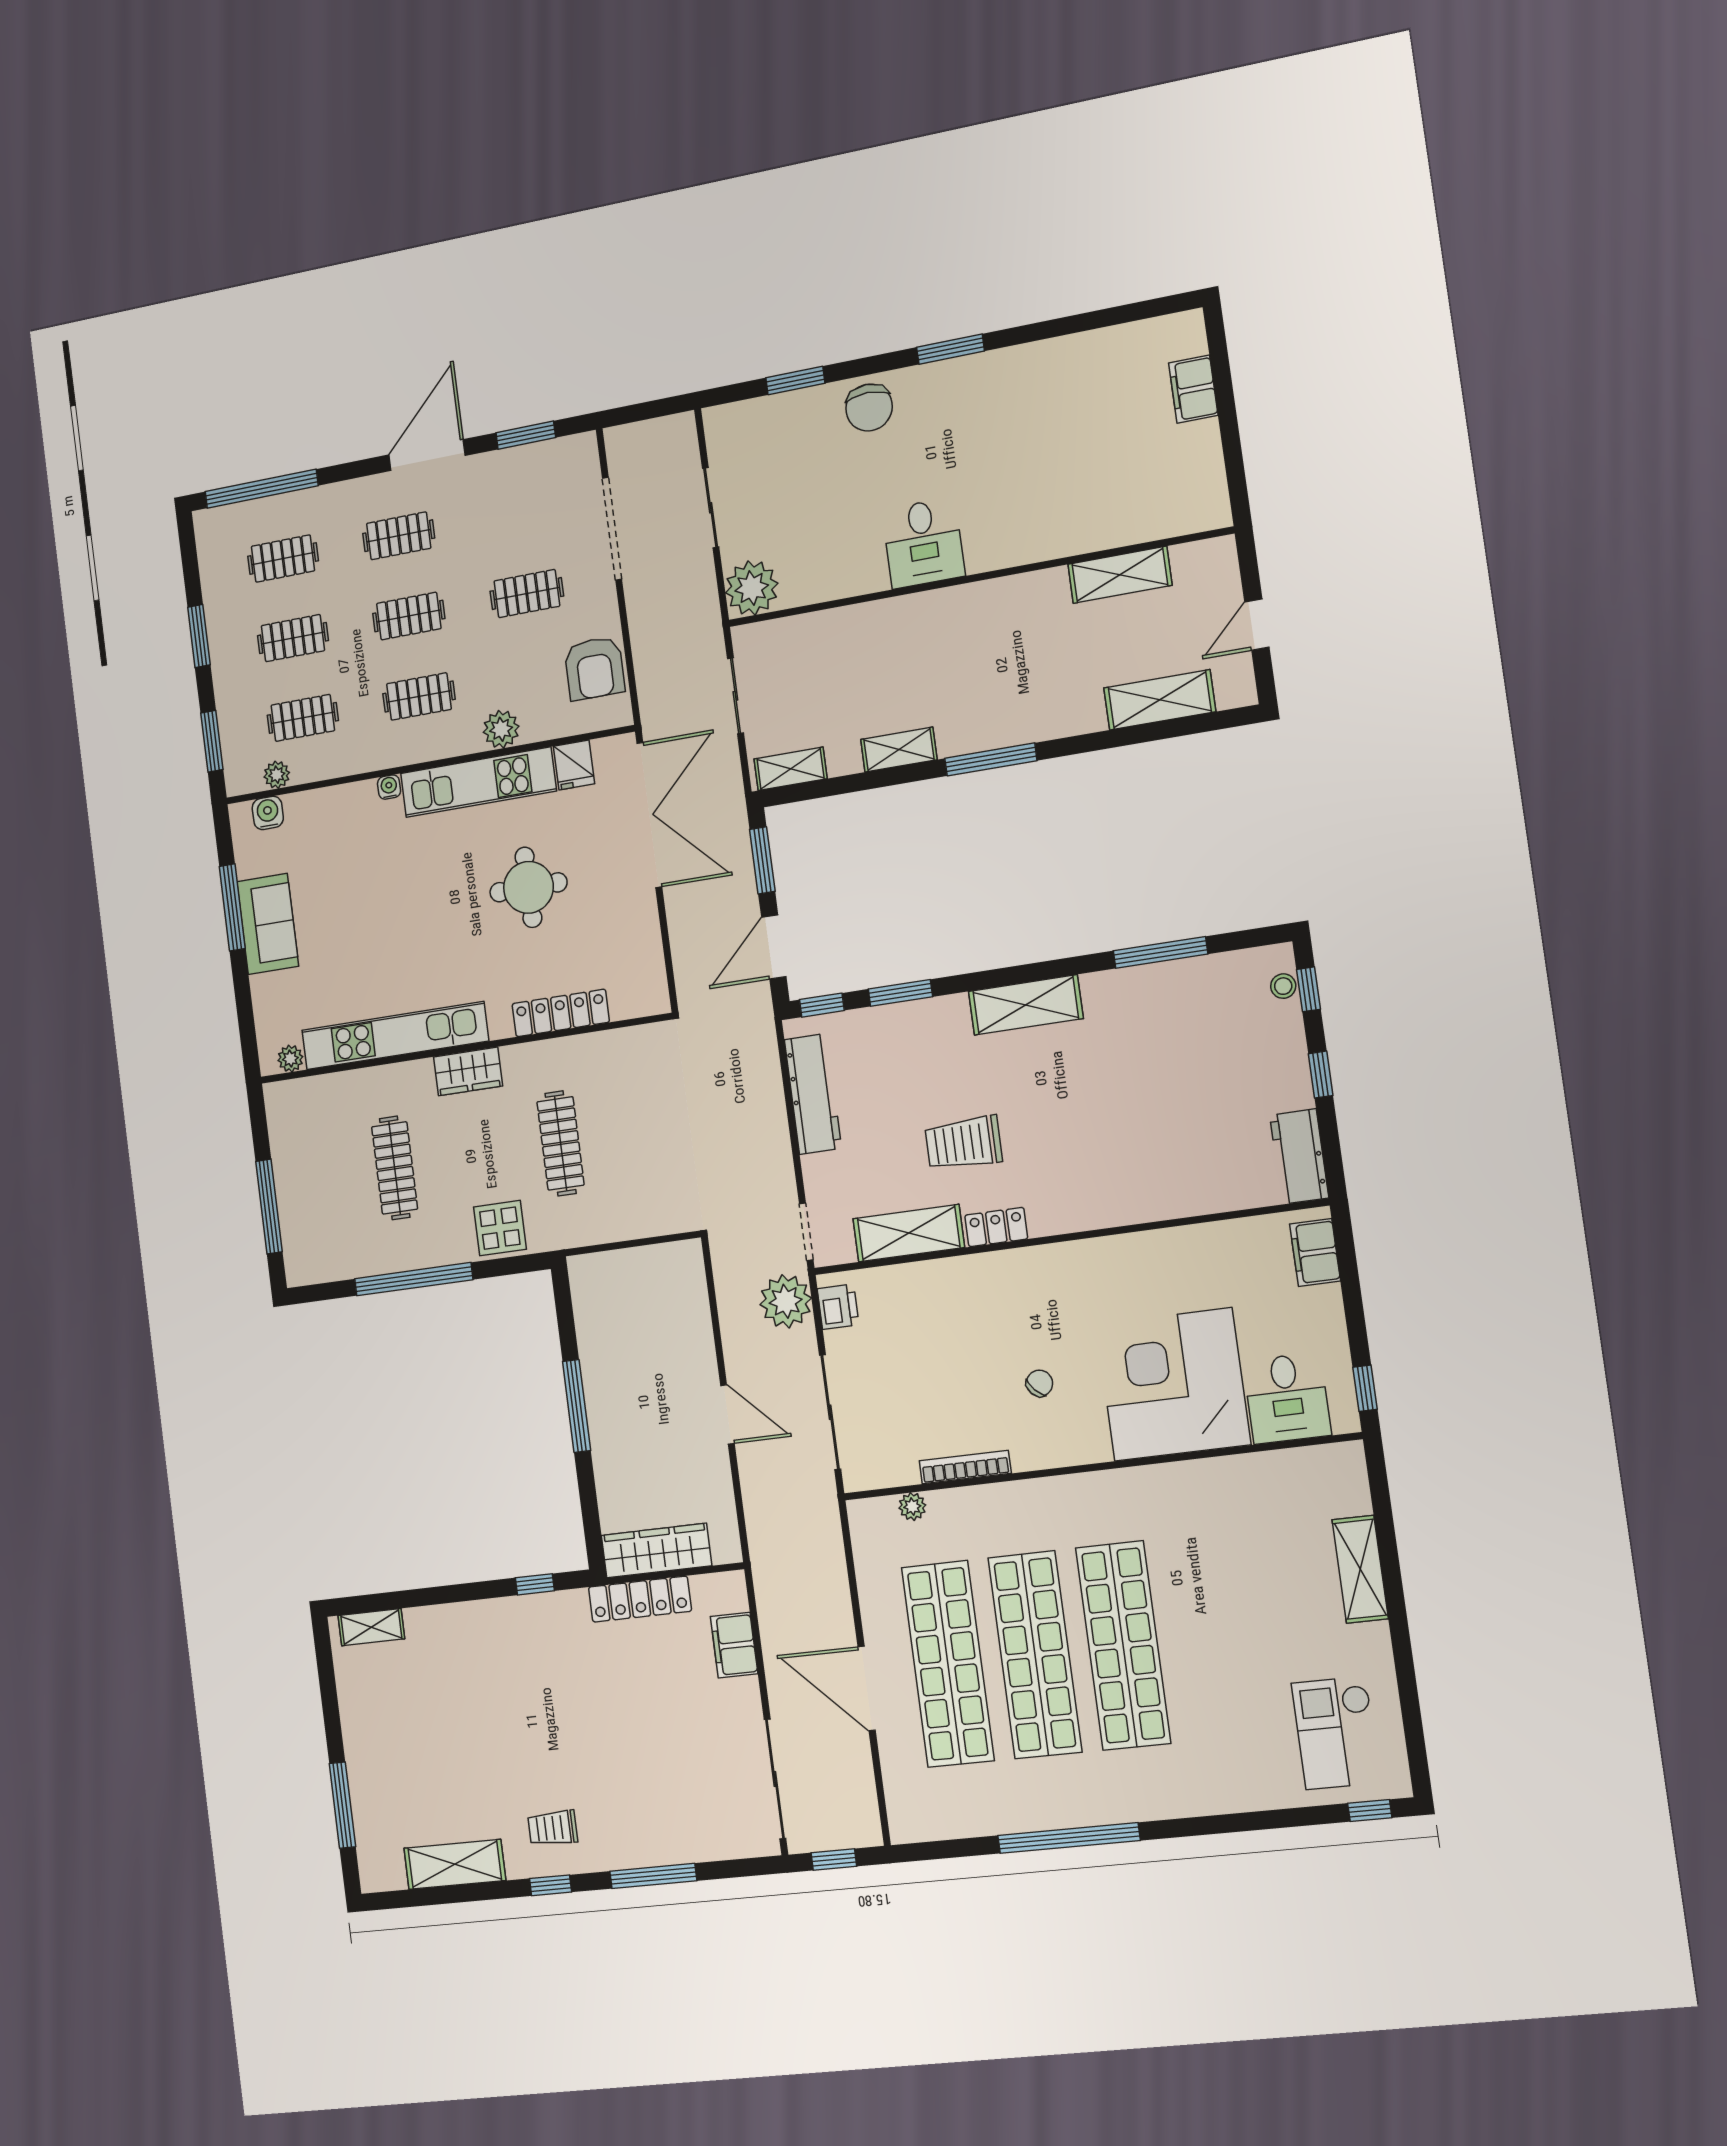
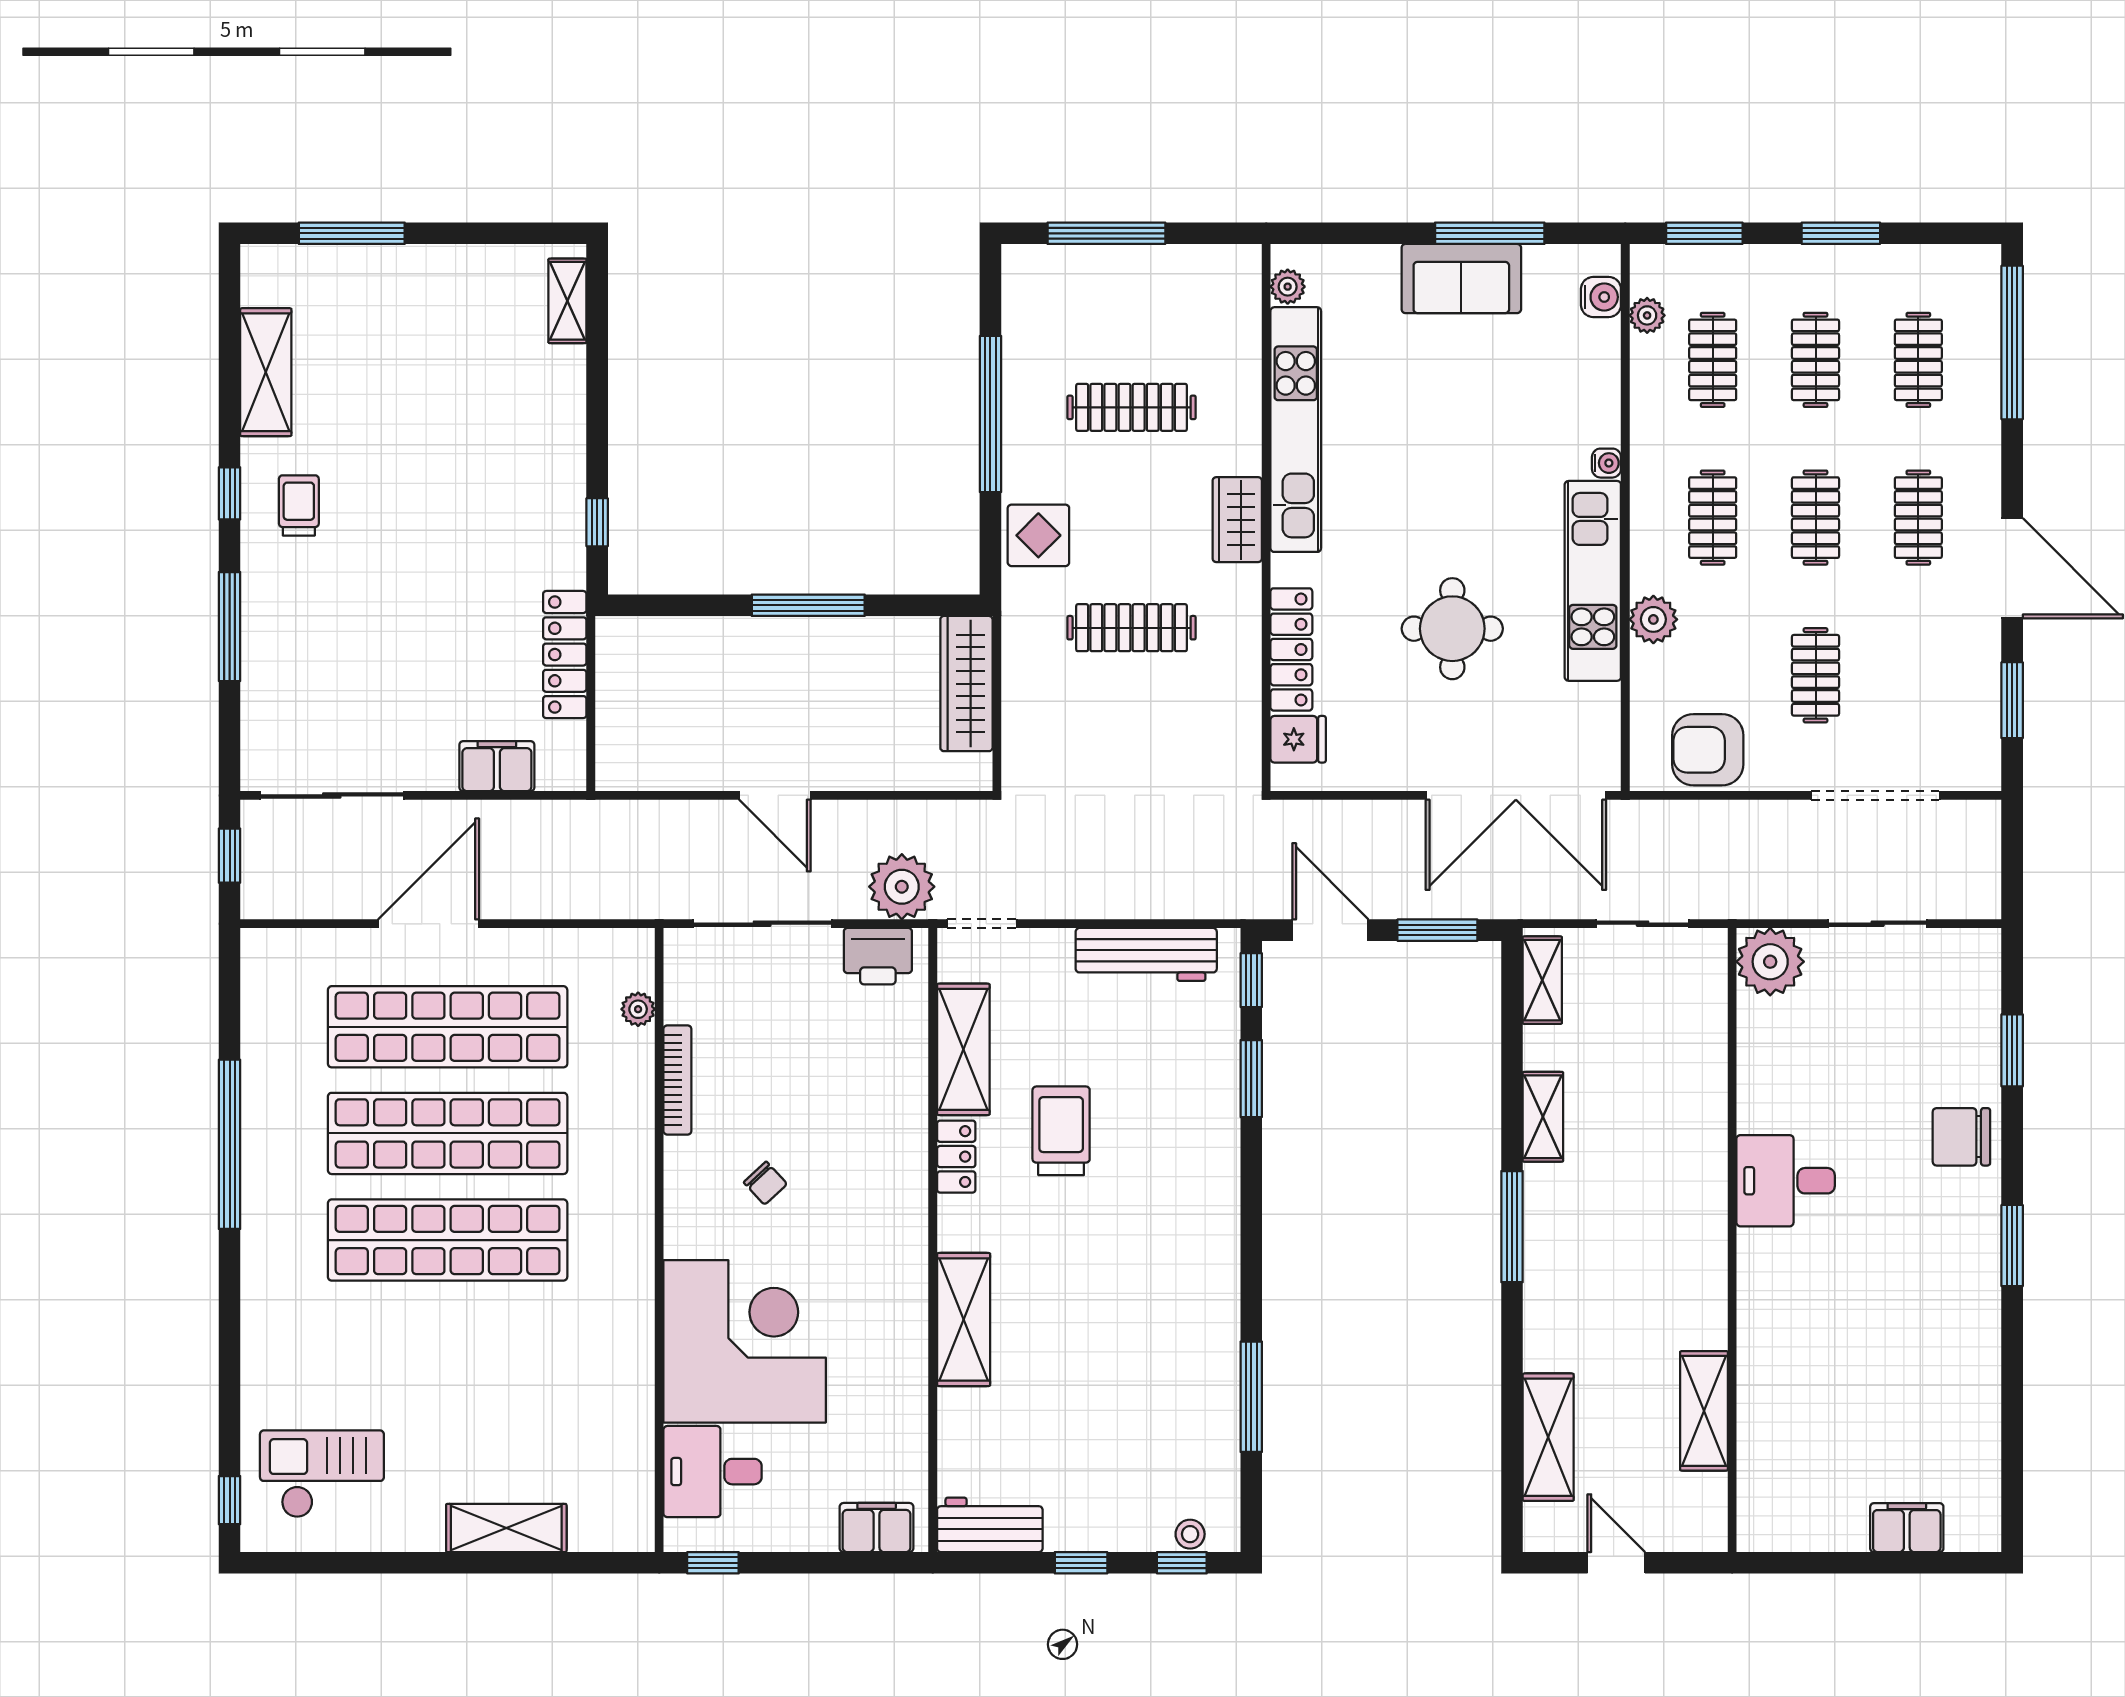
fridge: (574, 765) -> (1298, 739), moved, turned 180
shelving: (1026, 1005) -> (964, 1320), moved
printer: (838, 1307) -> (878, 956), width x1.36, depth x1.24
door: (727, 1414) -> (775, 795), hinge flipped
wardrobe: (656, 1550) -> (966, 684), moved, turned 180

